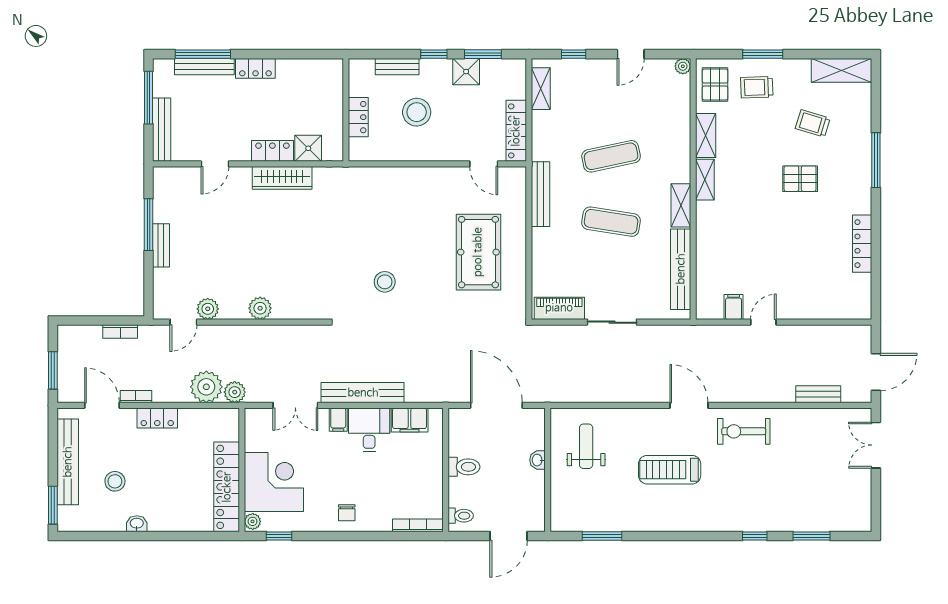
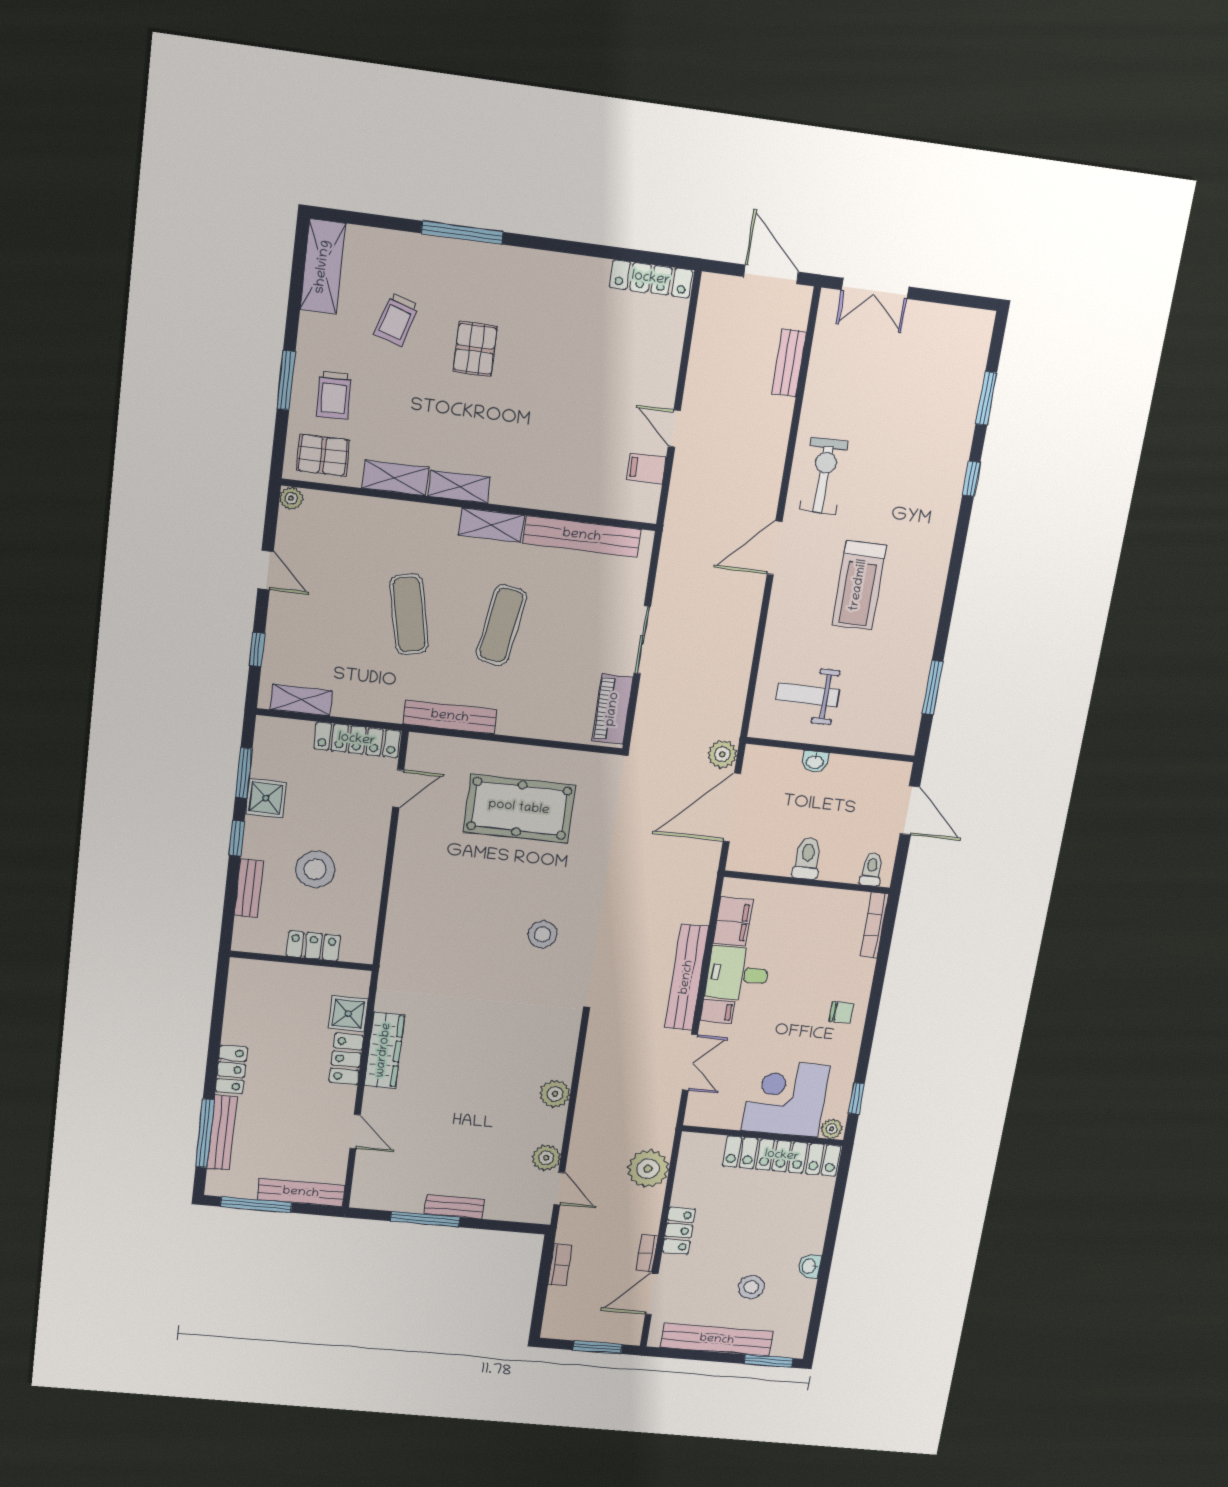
locker: (862, 244) -> (651, 279), moved
plant: (235, 392) -> (722, 754), moved
exercise bike: (744, 431) -> (824, 476), turned 180

